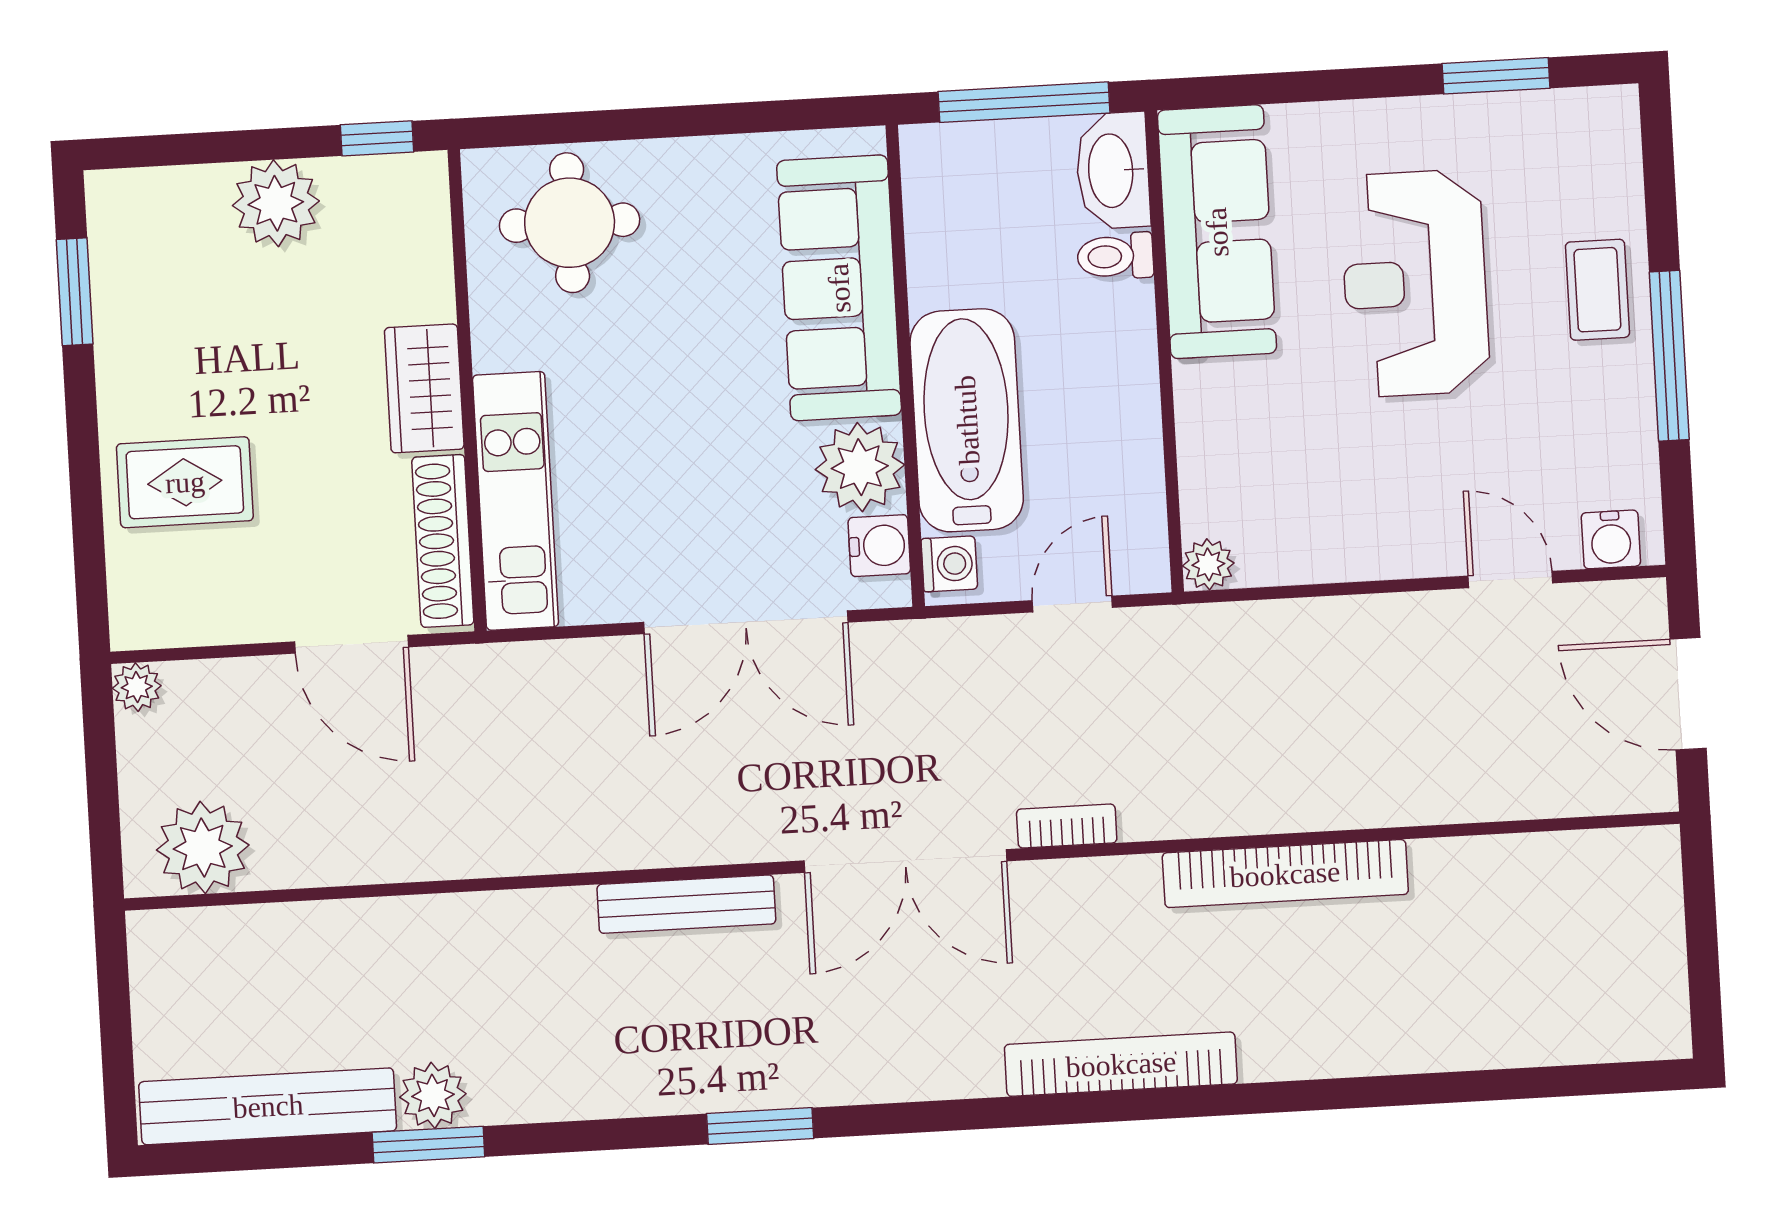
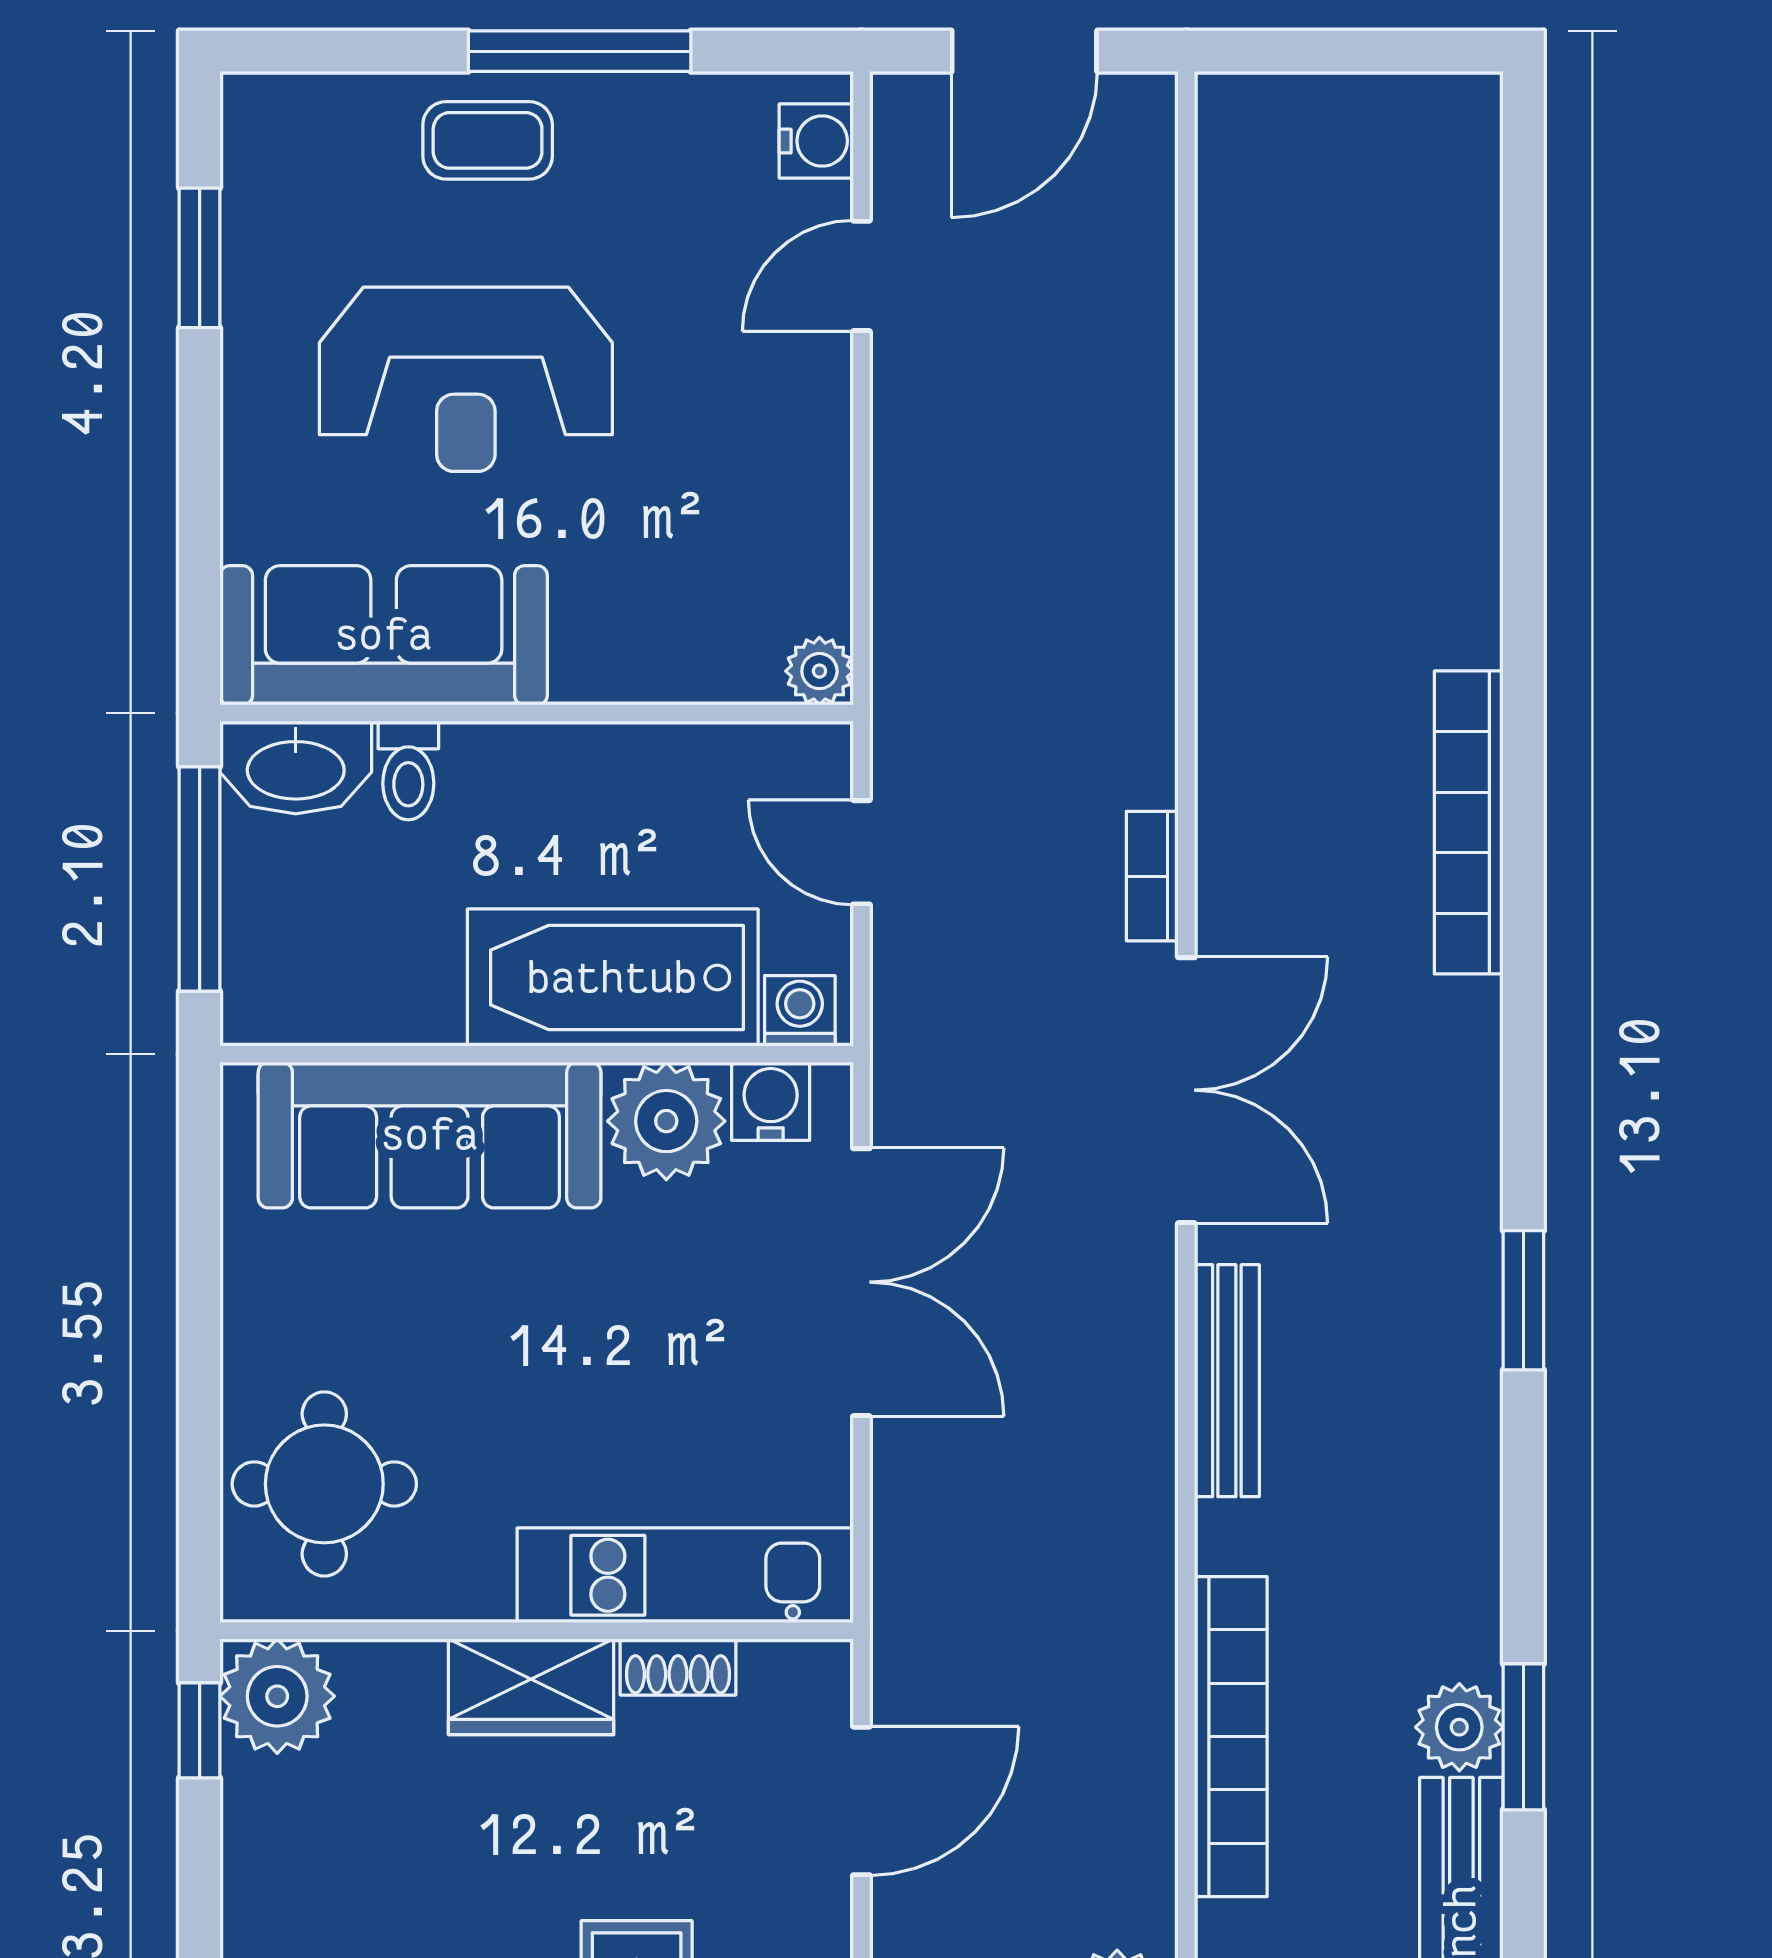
plant: (276, 203) -> (277, 1696), moved
shoe rack: (443, 541) -> (678, 1667), width x0.51, depth x0.81
bookcase: (1285, 874) -> (1231, 1737), moved

